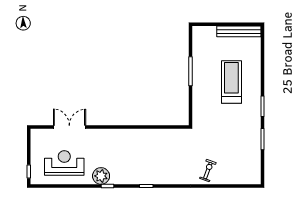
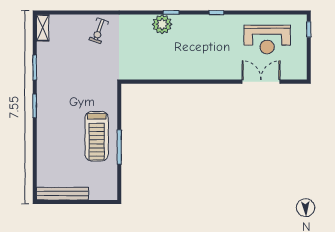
treadmill: (231, 82) -> (97, 136), moved
double door: (69, 127) -> (261, 82), swing flipped
shelving: (256, 173) -> (43, 28), added
plant: (101, 176) -> (162, 24), moved

